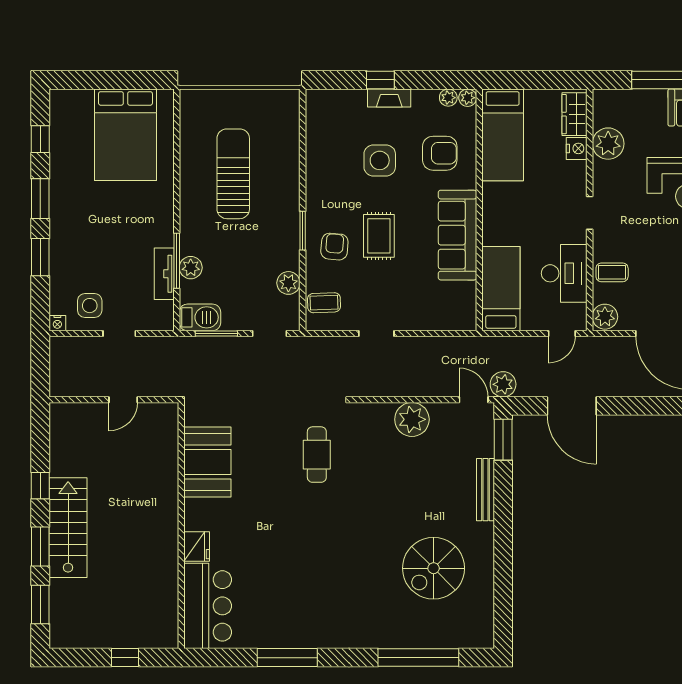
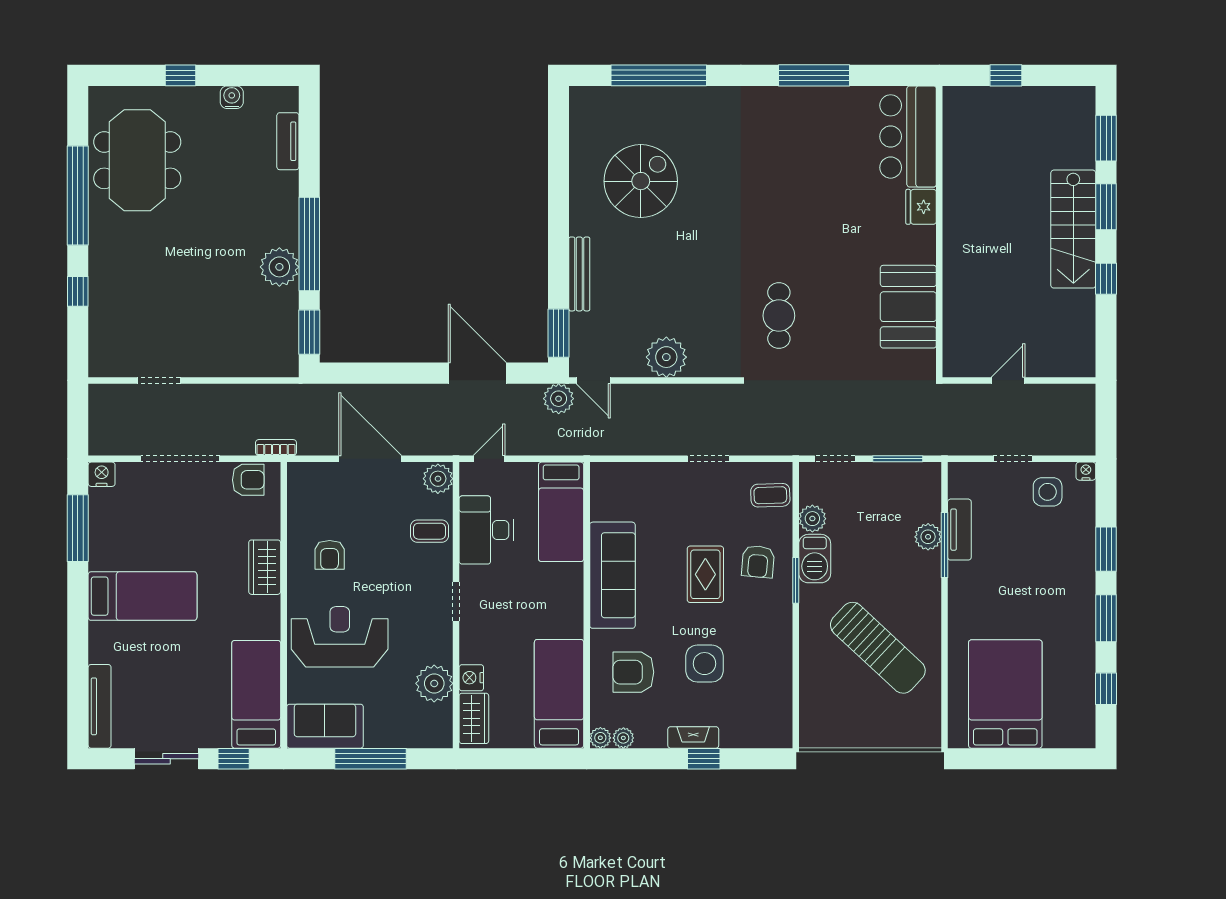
sun lounger: (233, 174) -> (878, 648), turned -47
barbecue: (200, 317) -> (815, 559), moved, turned -90

